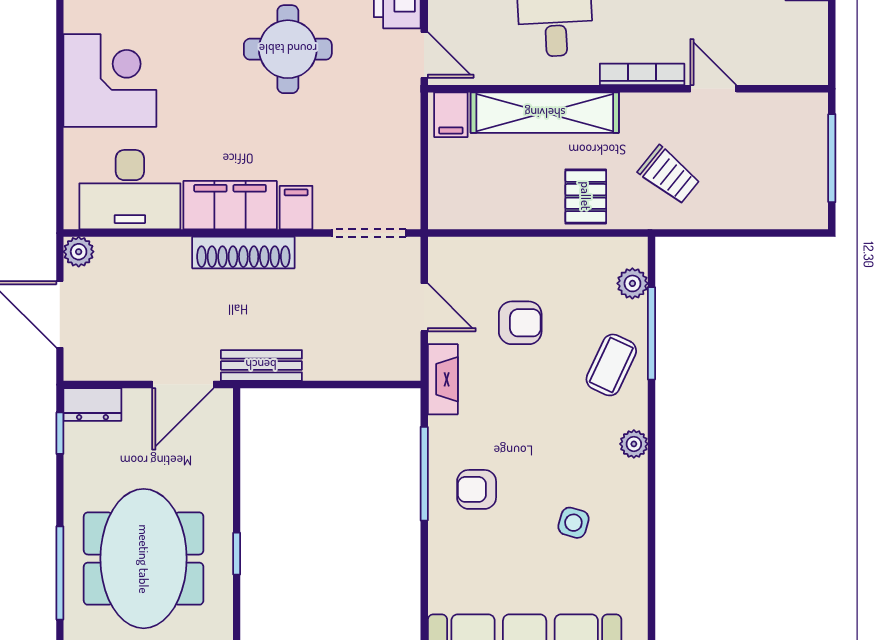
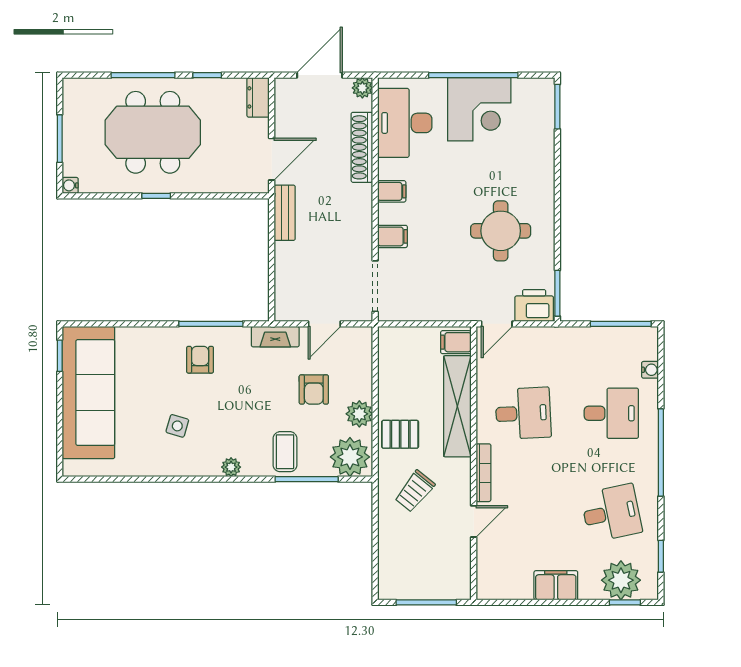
window: (60, 89) -> (473, 75), added
filing cabinet: (230, 205) -> (392, 191), width x0.33, depth x0.86
shoe rack: (243, 252) -> (362, 147), moved
plant: (556, 256) -> (359, 414), added
plant: (632, 283) -> (350, 457), width x1.88, depth x1.88
coffee table: (611, 365) -> (285, 452), turned 65
door: (183, 385) -> (272, 159), swing flipped
window: (60, 433) -> (207, 75), moved

